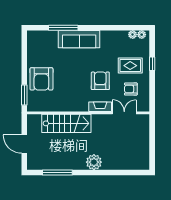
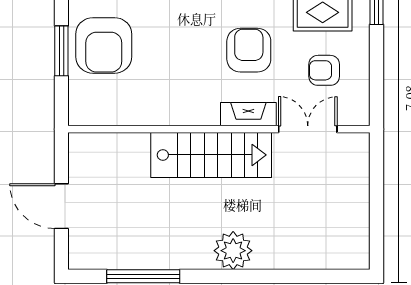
window: (24, 95) -> (61, 51), moved
stairs: (66, 123) -> (211, 155), moved

